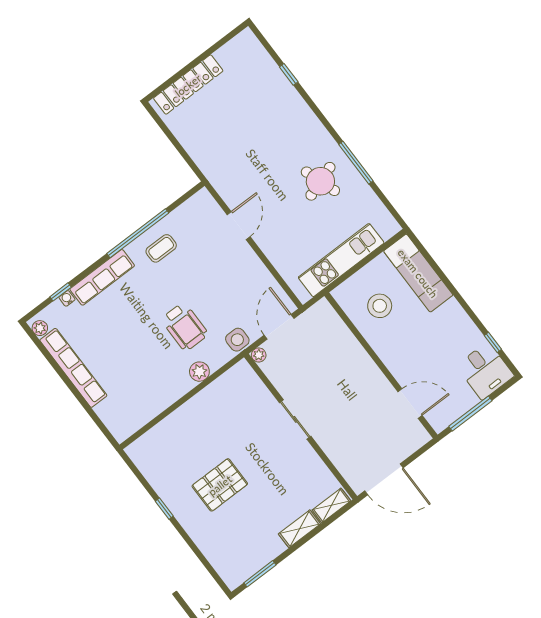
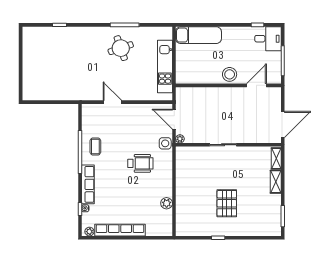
locker: (188, 85) -> (28, 75), removed
stool: (380, 306) -> (230, 74), moved
plant: (199, 372) -> (167, 203), moved

